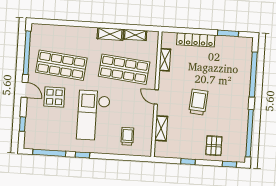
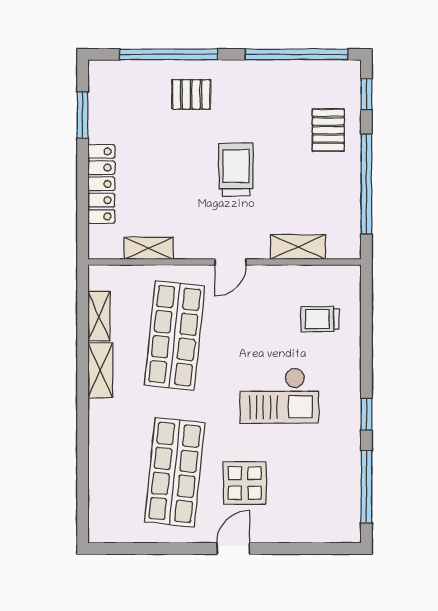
window: (27, 53) -> (152, 548), removed
pallet: (234, 84) -> (191, 94), added
trolley: (198, 102) -> (236, 170), turned 85
checkout: (93, 115) -> (279, 396), width x0.73, depth x0.83
window: (22, 124) -> (308, 548), removed
pallet: (214, 146) -> (328, 130), turned 90
window: (188, 162) -> (366, 184), width x3.17

